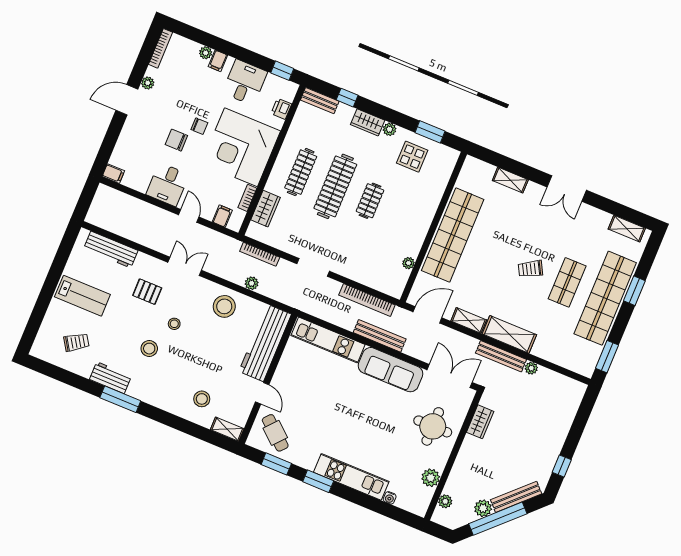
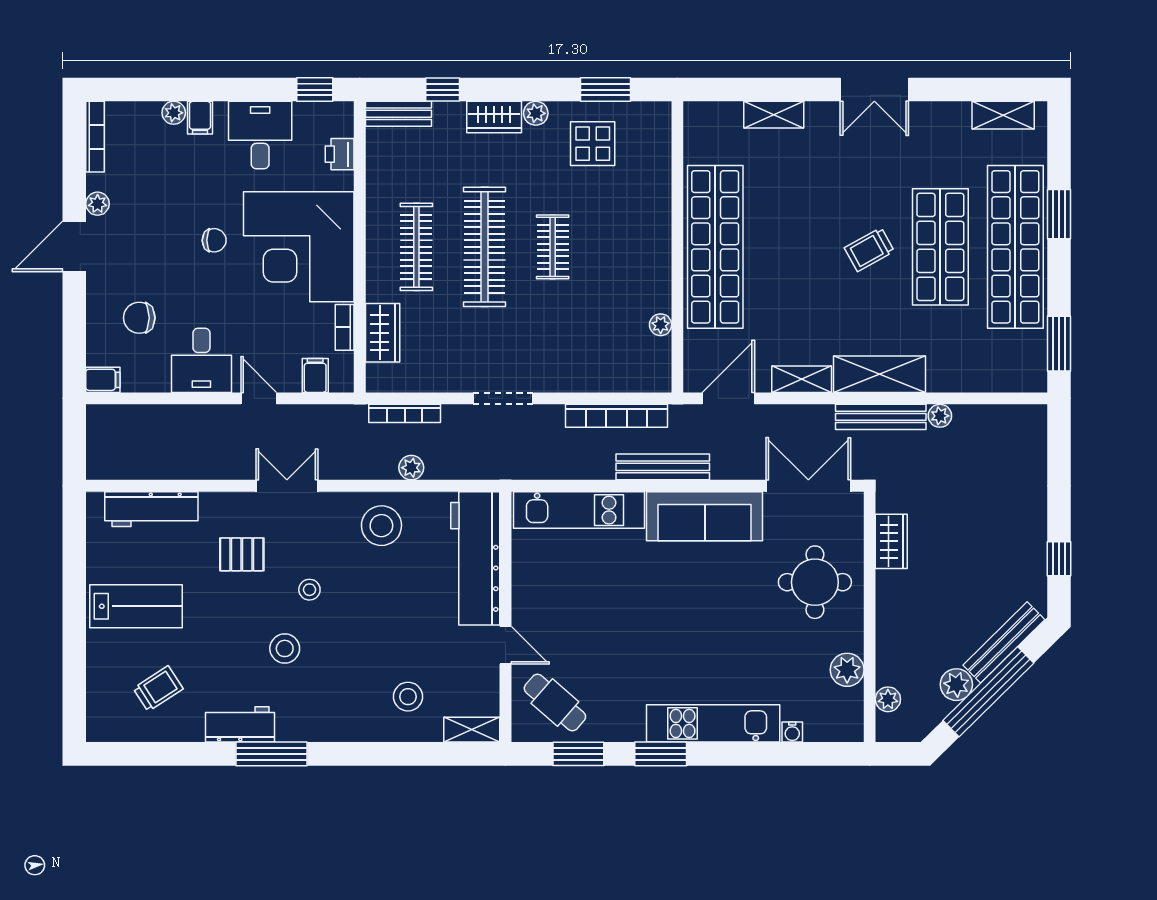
chair: (176, 140) -> (139, 318), moved
shop shelf: (567, 282) -> (940, 247), width x1.43, depth x1.36

